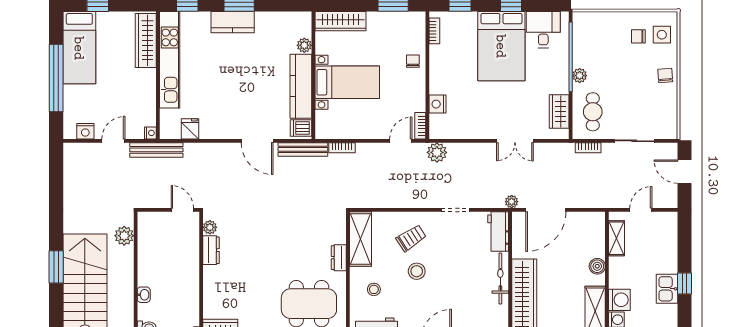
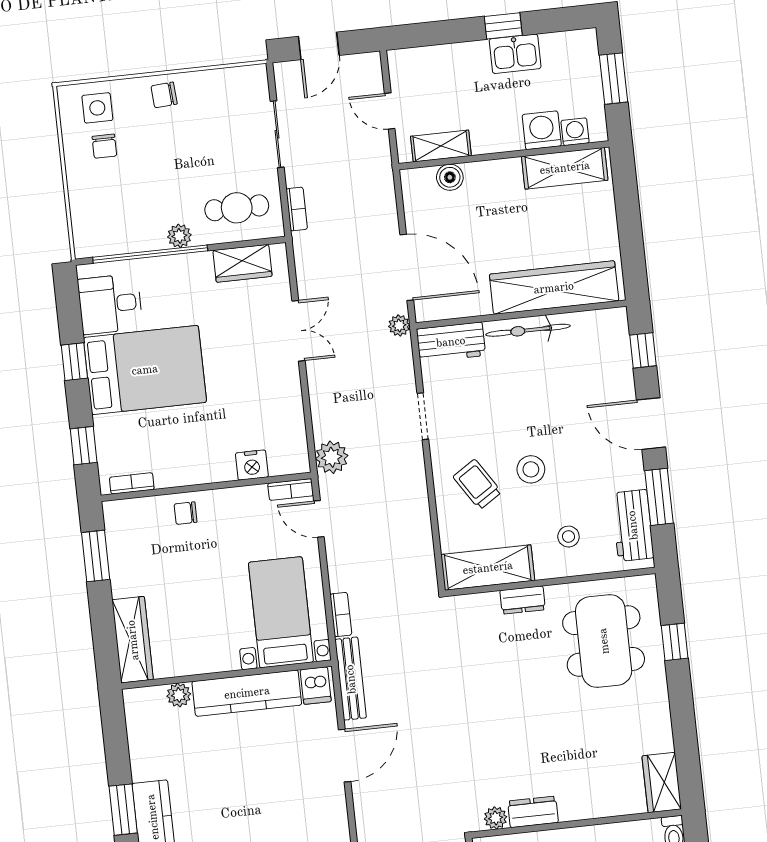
bed with nightstands: (347, 82) -> (281, 612), moved
boiler: (597, 266) -> (450, 177), moved

